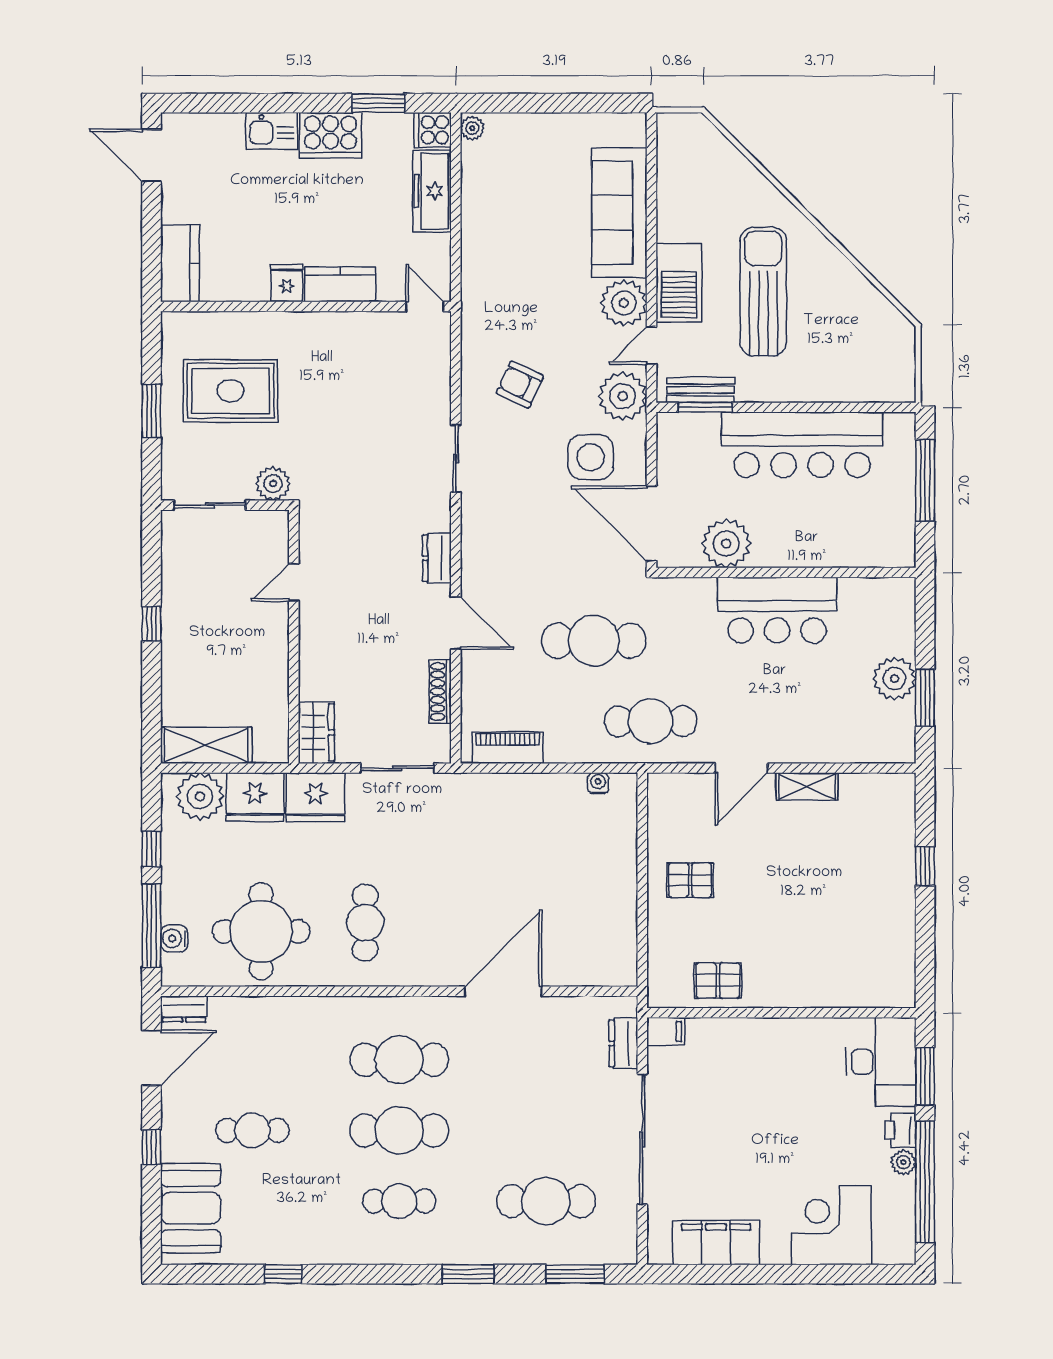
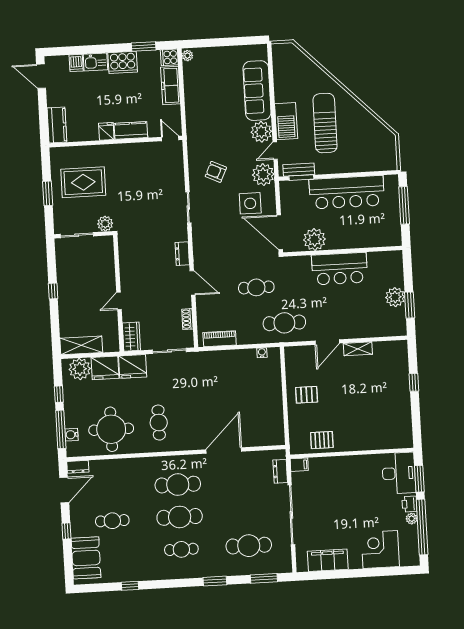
dishwasher: (229, 131) -> (76, 63), added
door: (294, 582) -> (119, 301), moved
cafe table: (594, 641) -> (256, 287), width x0.73, depth x0.74
shoe rack: (440, 691) -> (187, 319), width x0.70

